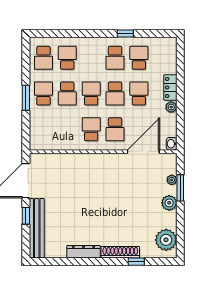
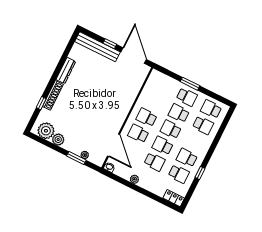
locker: (170, 87) -> (174, 198), moved
school desk: (91, 94) -> (171, 129), turned 180
school desk: (91, 129) -> (146, 117), turned 180
plant: (169, 203) -> (58, 140), moved

